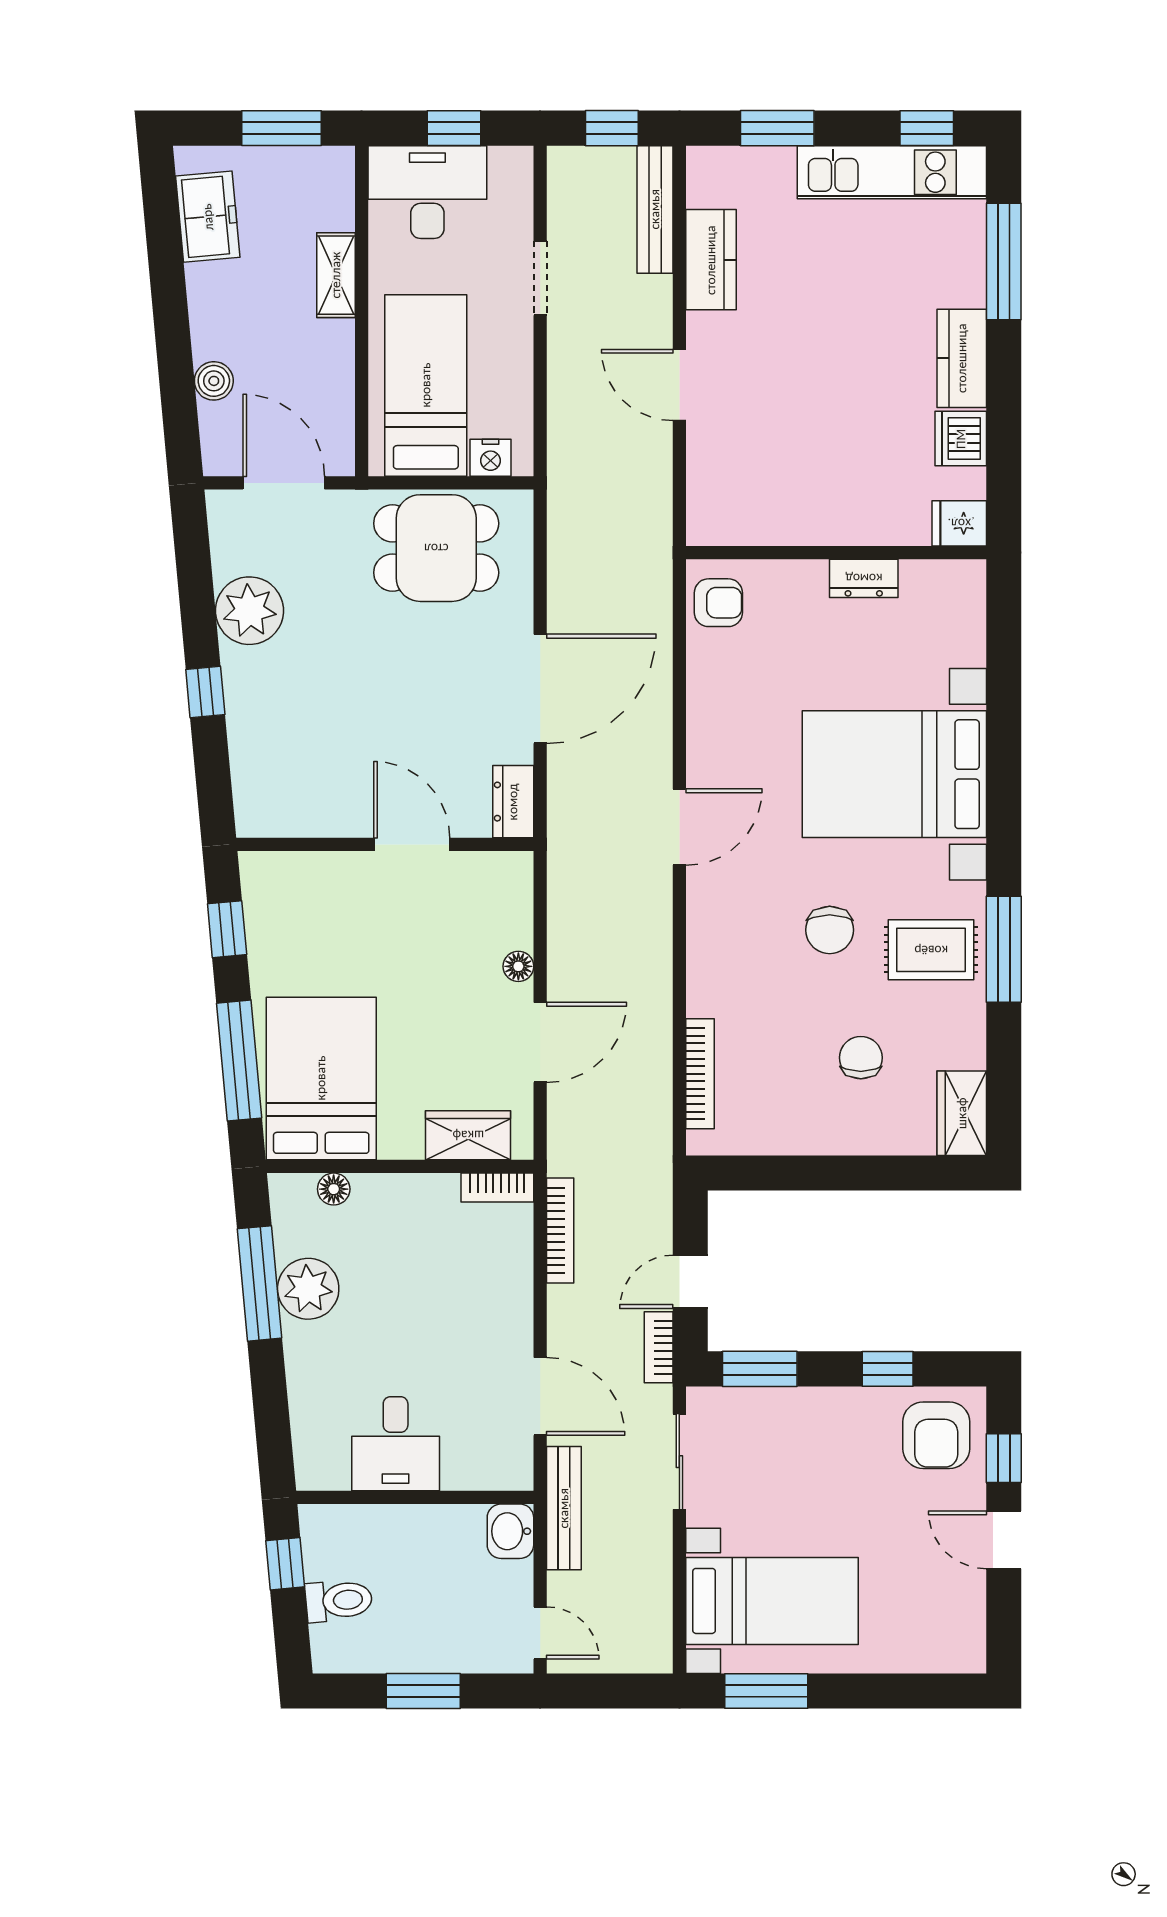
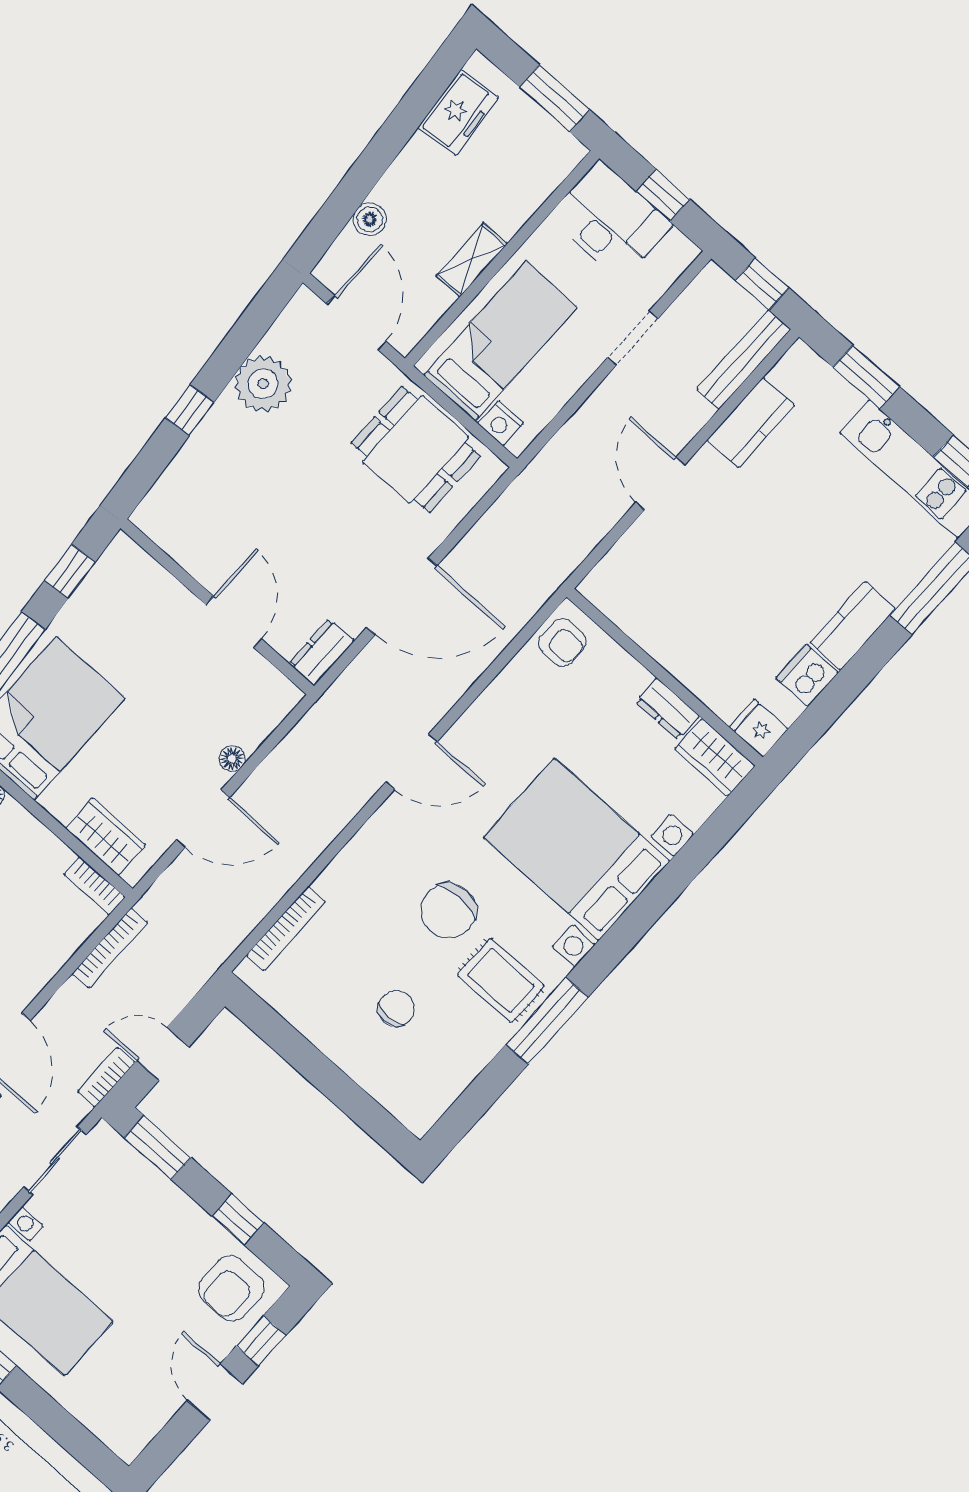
shelving: (336, 275) -> (472, 260), moved
chair: (830, 930) -> (448, 911), width x1.37, depth x1.37
wardrobe: (962, 1113) -> (715, 757), moved, turned -90

